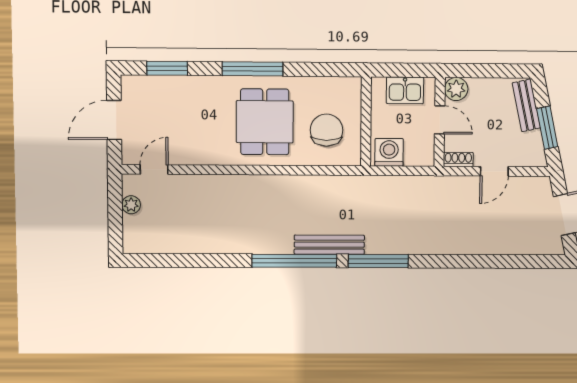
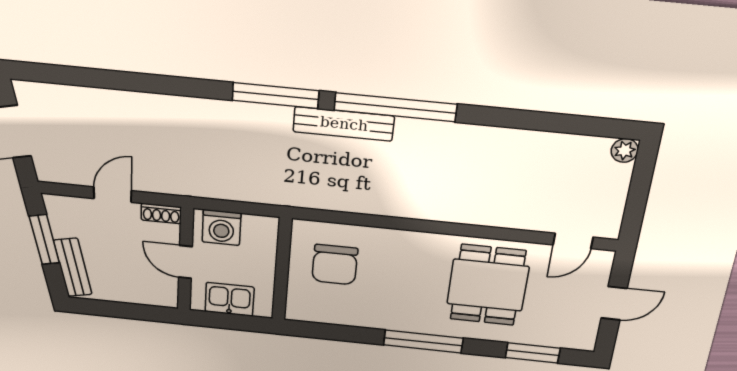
plant: (456, 89) -> (164, 294), removed
door: (114, 120) -> (614, 303), width x0.73
dining table: (265, 122) -> (488, 285), moved
washing machine: (389, 152) -> (221, 228), moved
plant: (131, 205) -> (625, 150), moved

